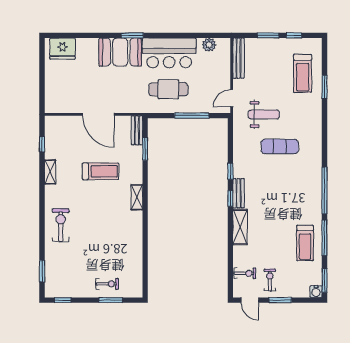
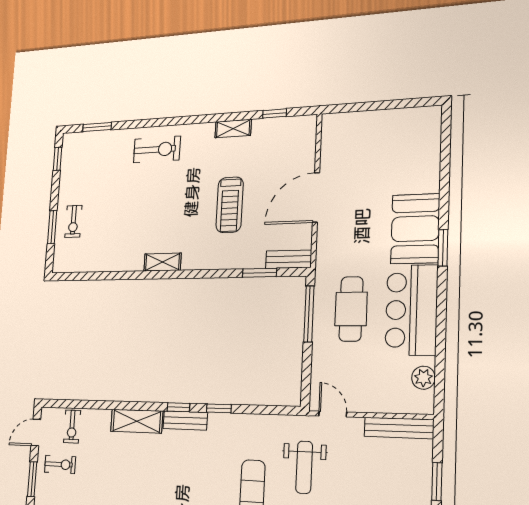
fridge: (62, 49) -> (424, 135), removed
window: (192, 116) -> (309, 314), moved
shelving: (137, 197) -> (163, 262), moved

